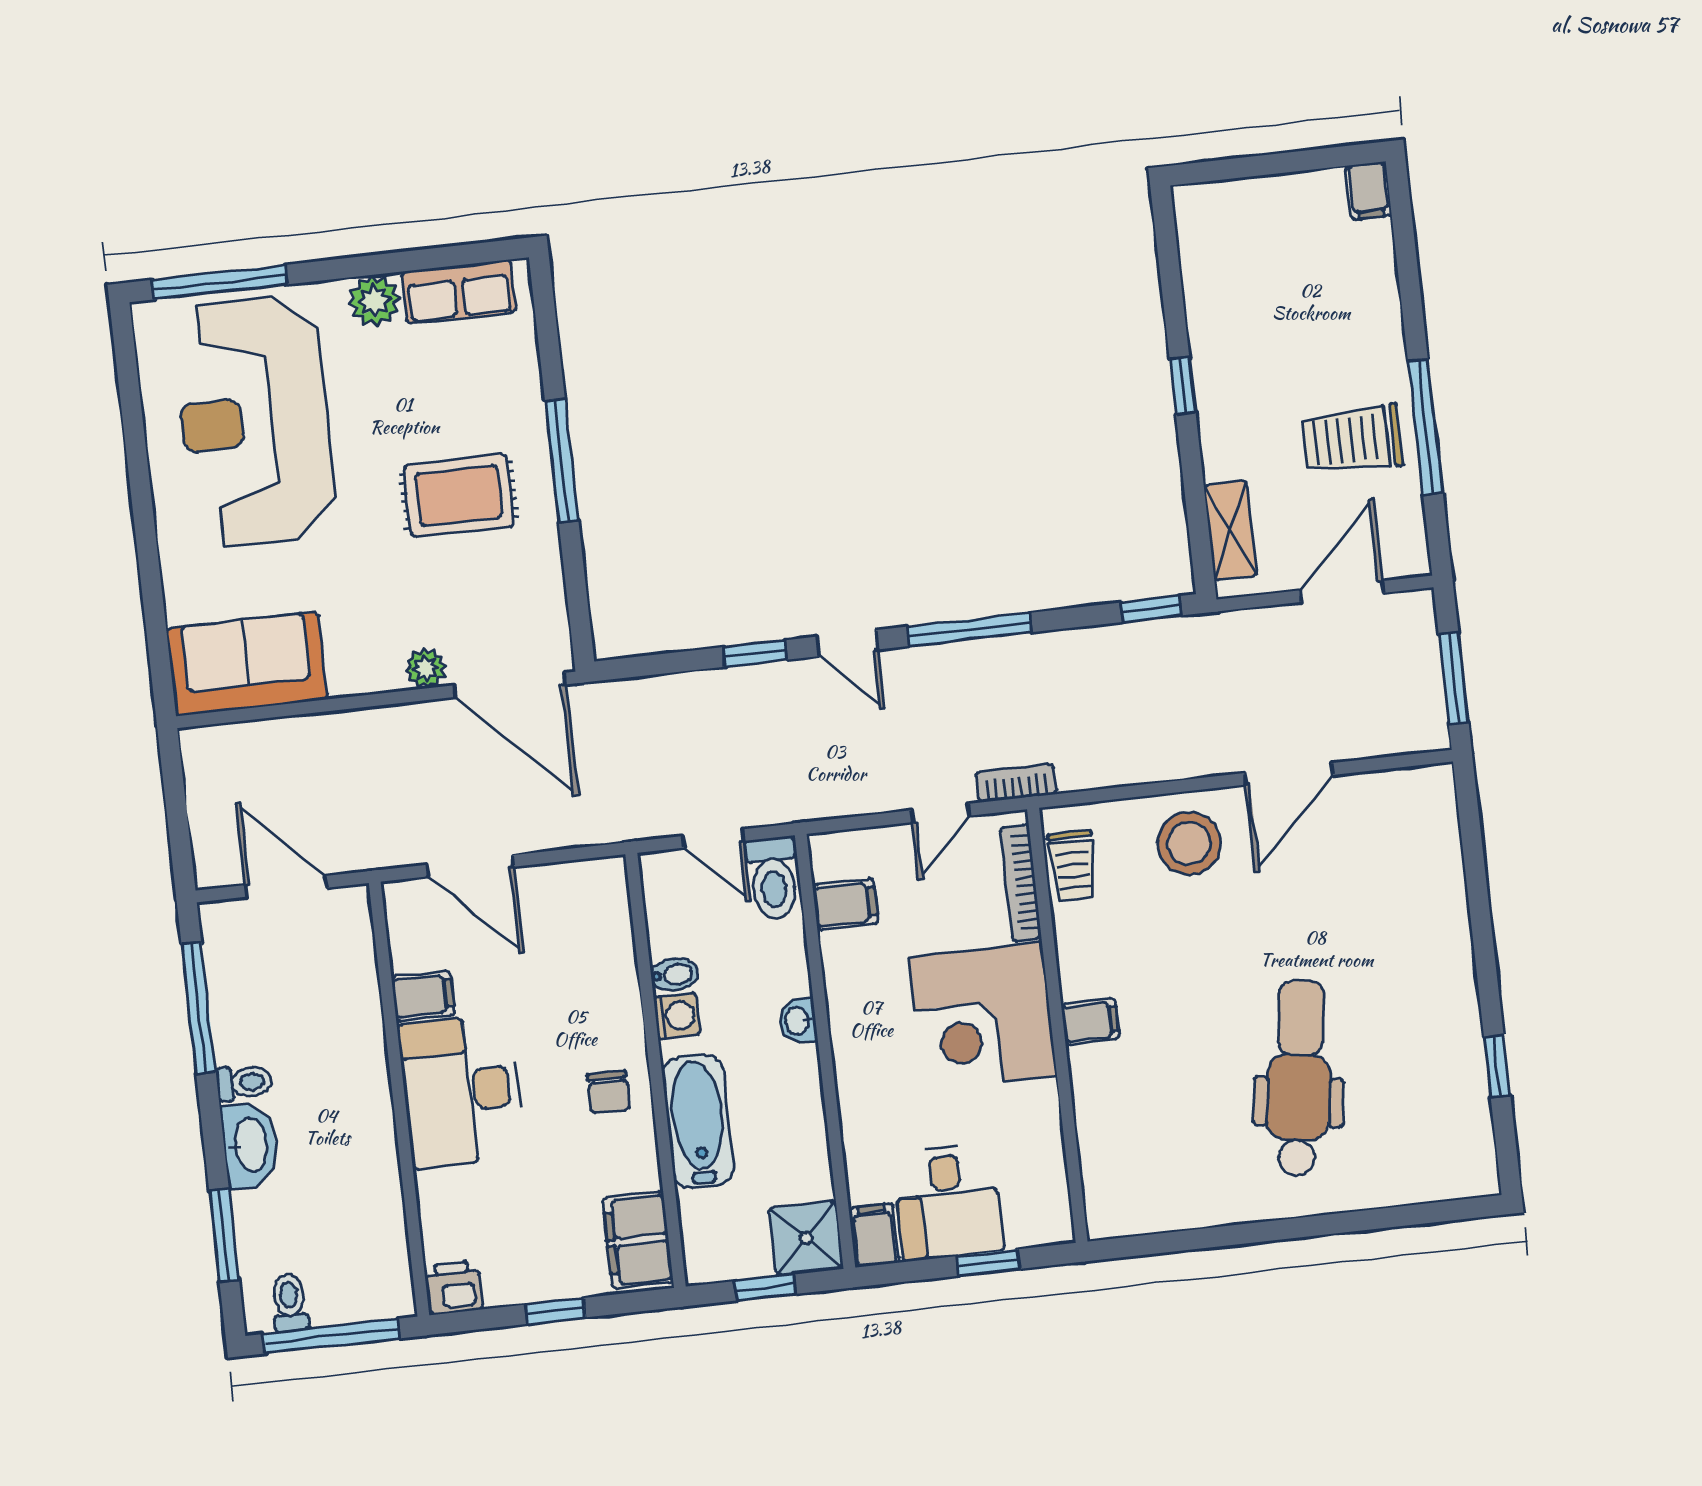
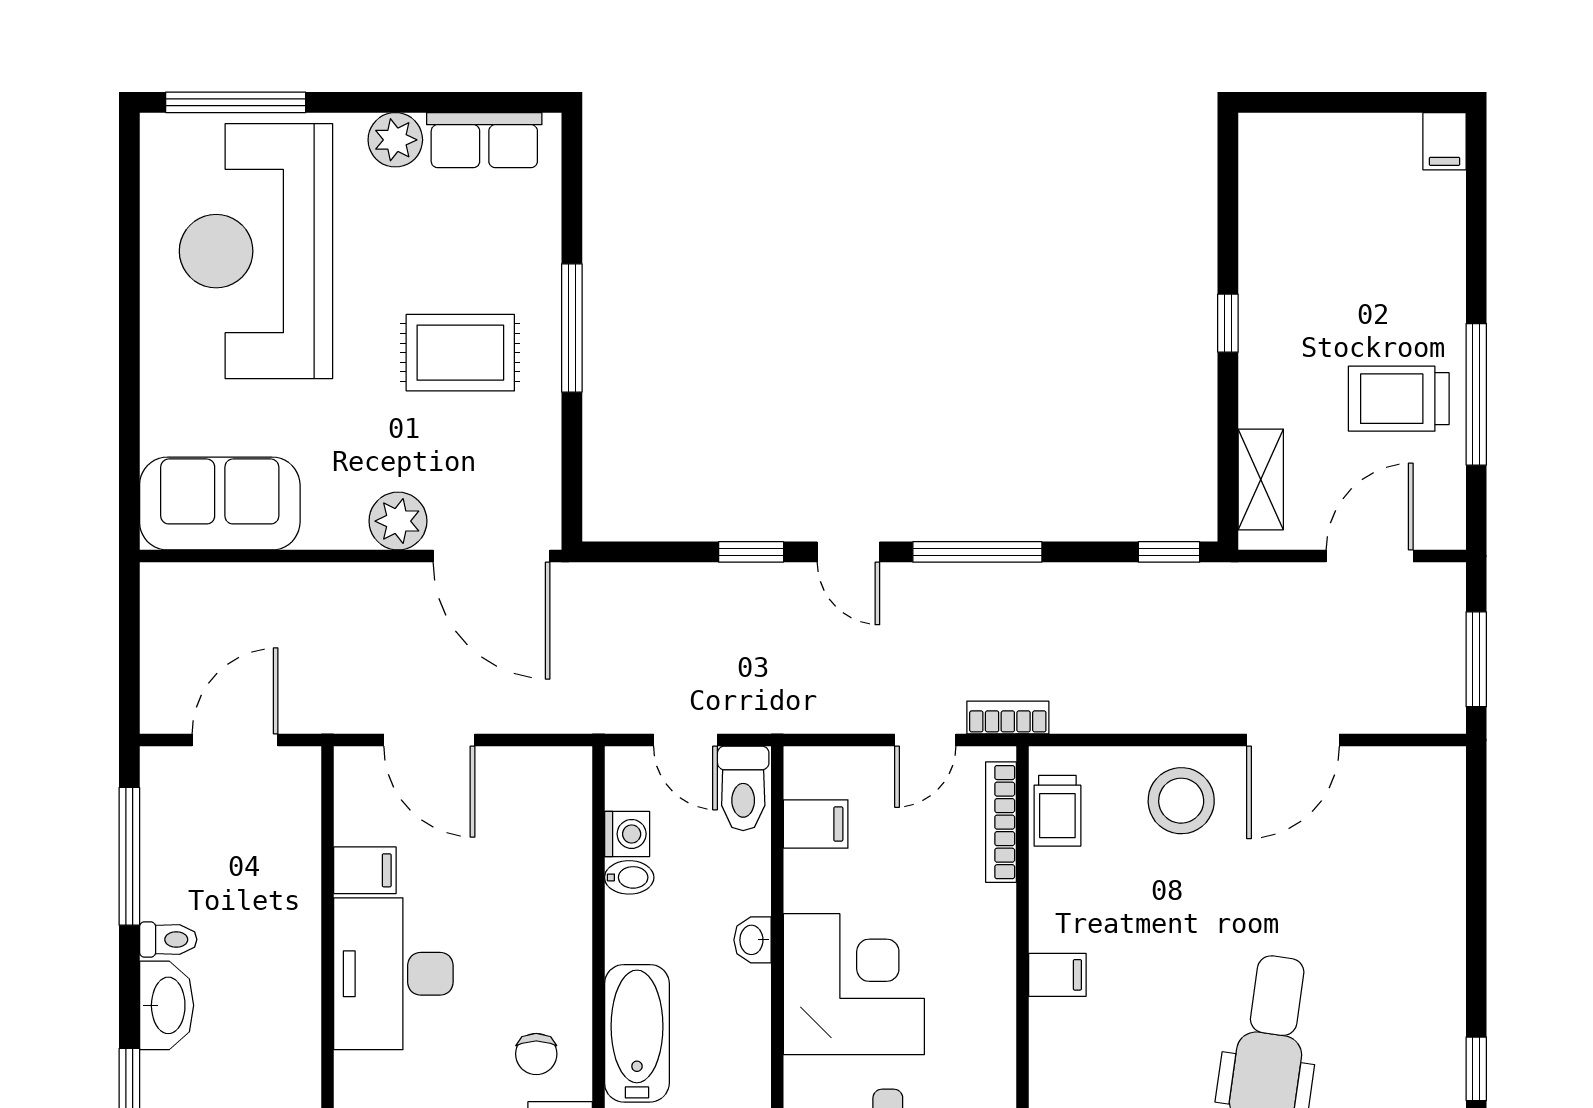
plant: (426, 668) -> (398, 521), width x1.38, depth x1.38
door: (286, 886) -> (235, 740), hinge flipped
washing machine: (677, 1016) -> (627, 834), moved
corner desk: (983, 1016) -> (854, 984), moved, turned 180
chair: (609, 1092) -> (536, 1054), moved

